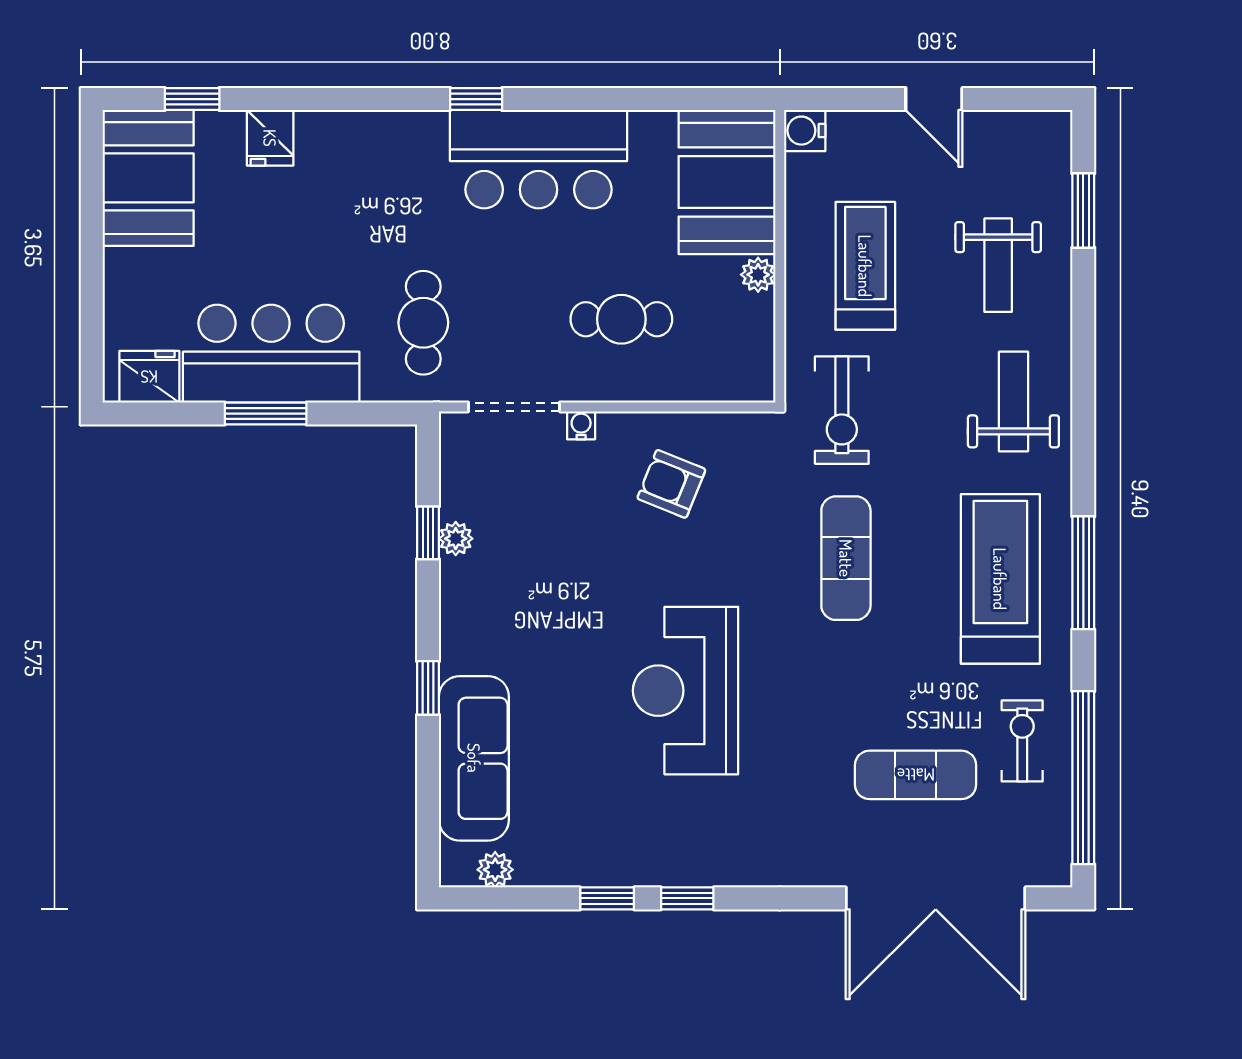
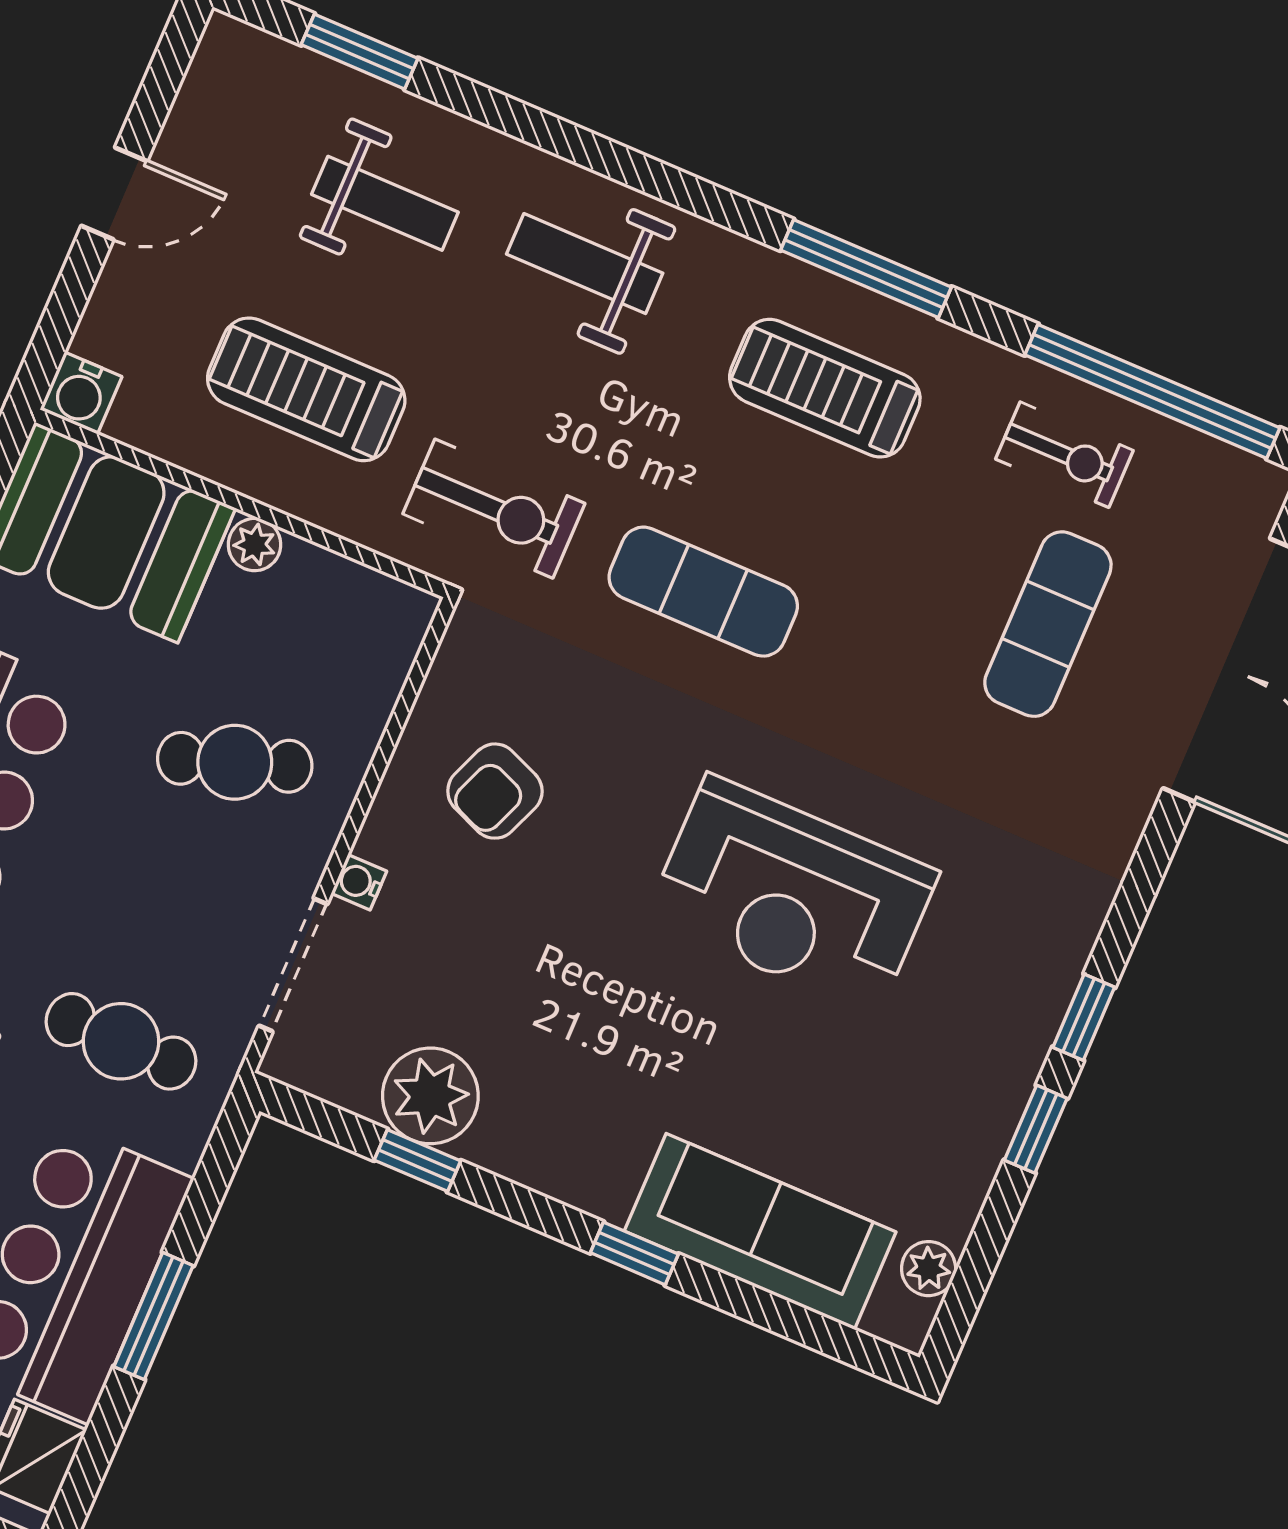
cafe table: (621, 319) -> (235, 762), turned 71
plant: (456, 539) -> (430, 1096), width x1.88, depth x1.88
treadmill: (1000, 579) -> (825, 388), width x0.73, depth x0.73
exercise bike: (1022, 741) -> (1064, 455), turned 180

